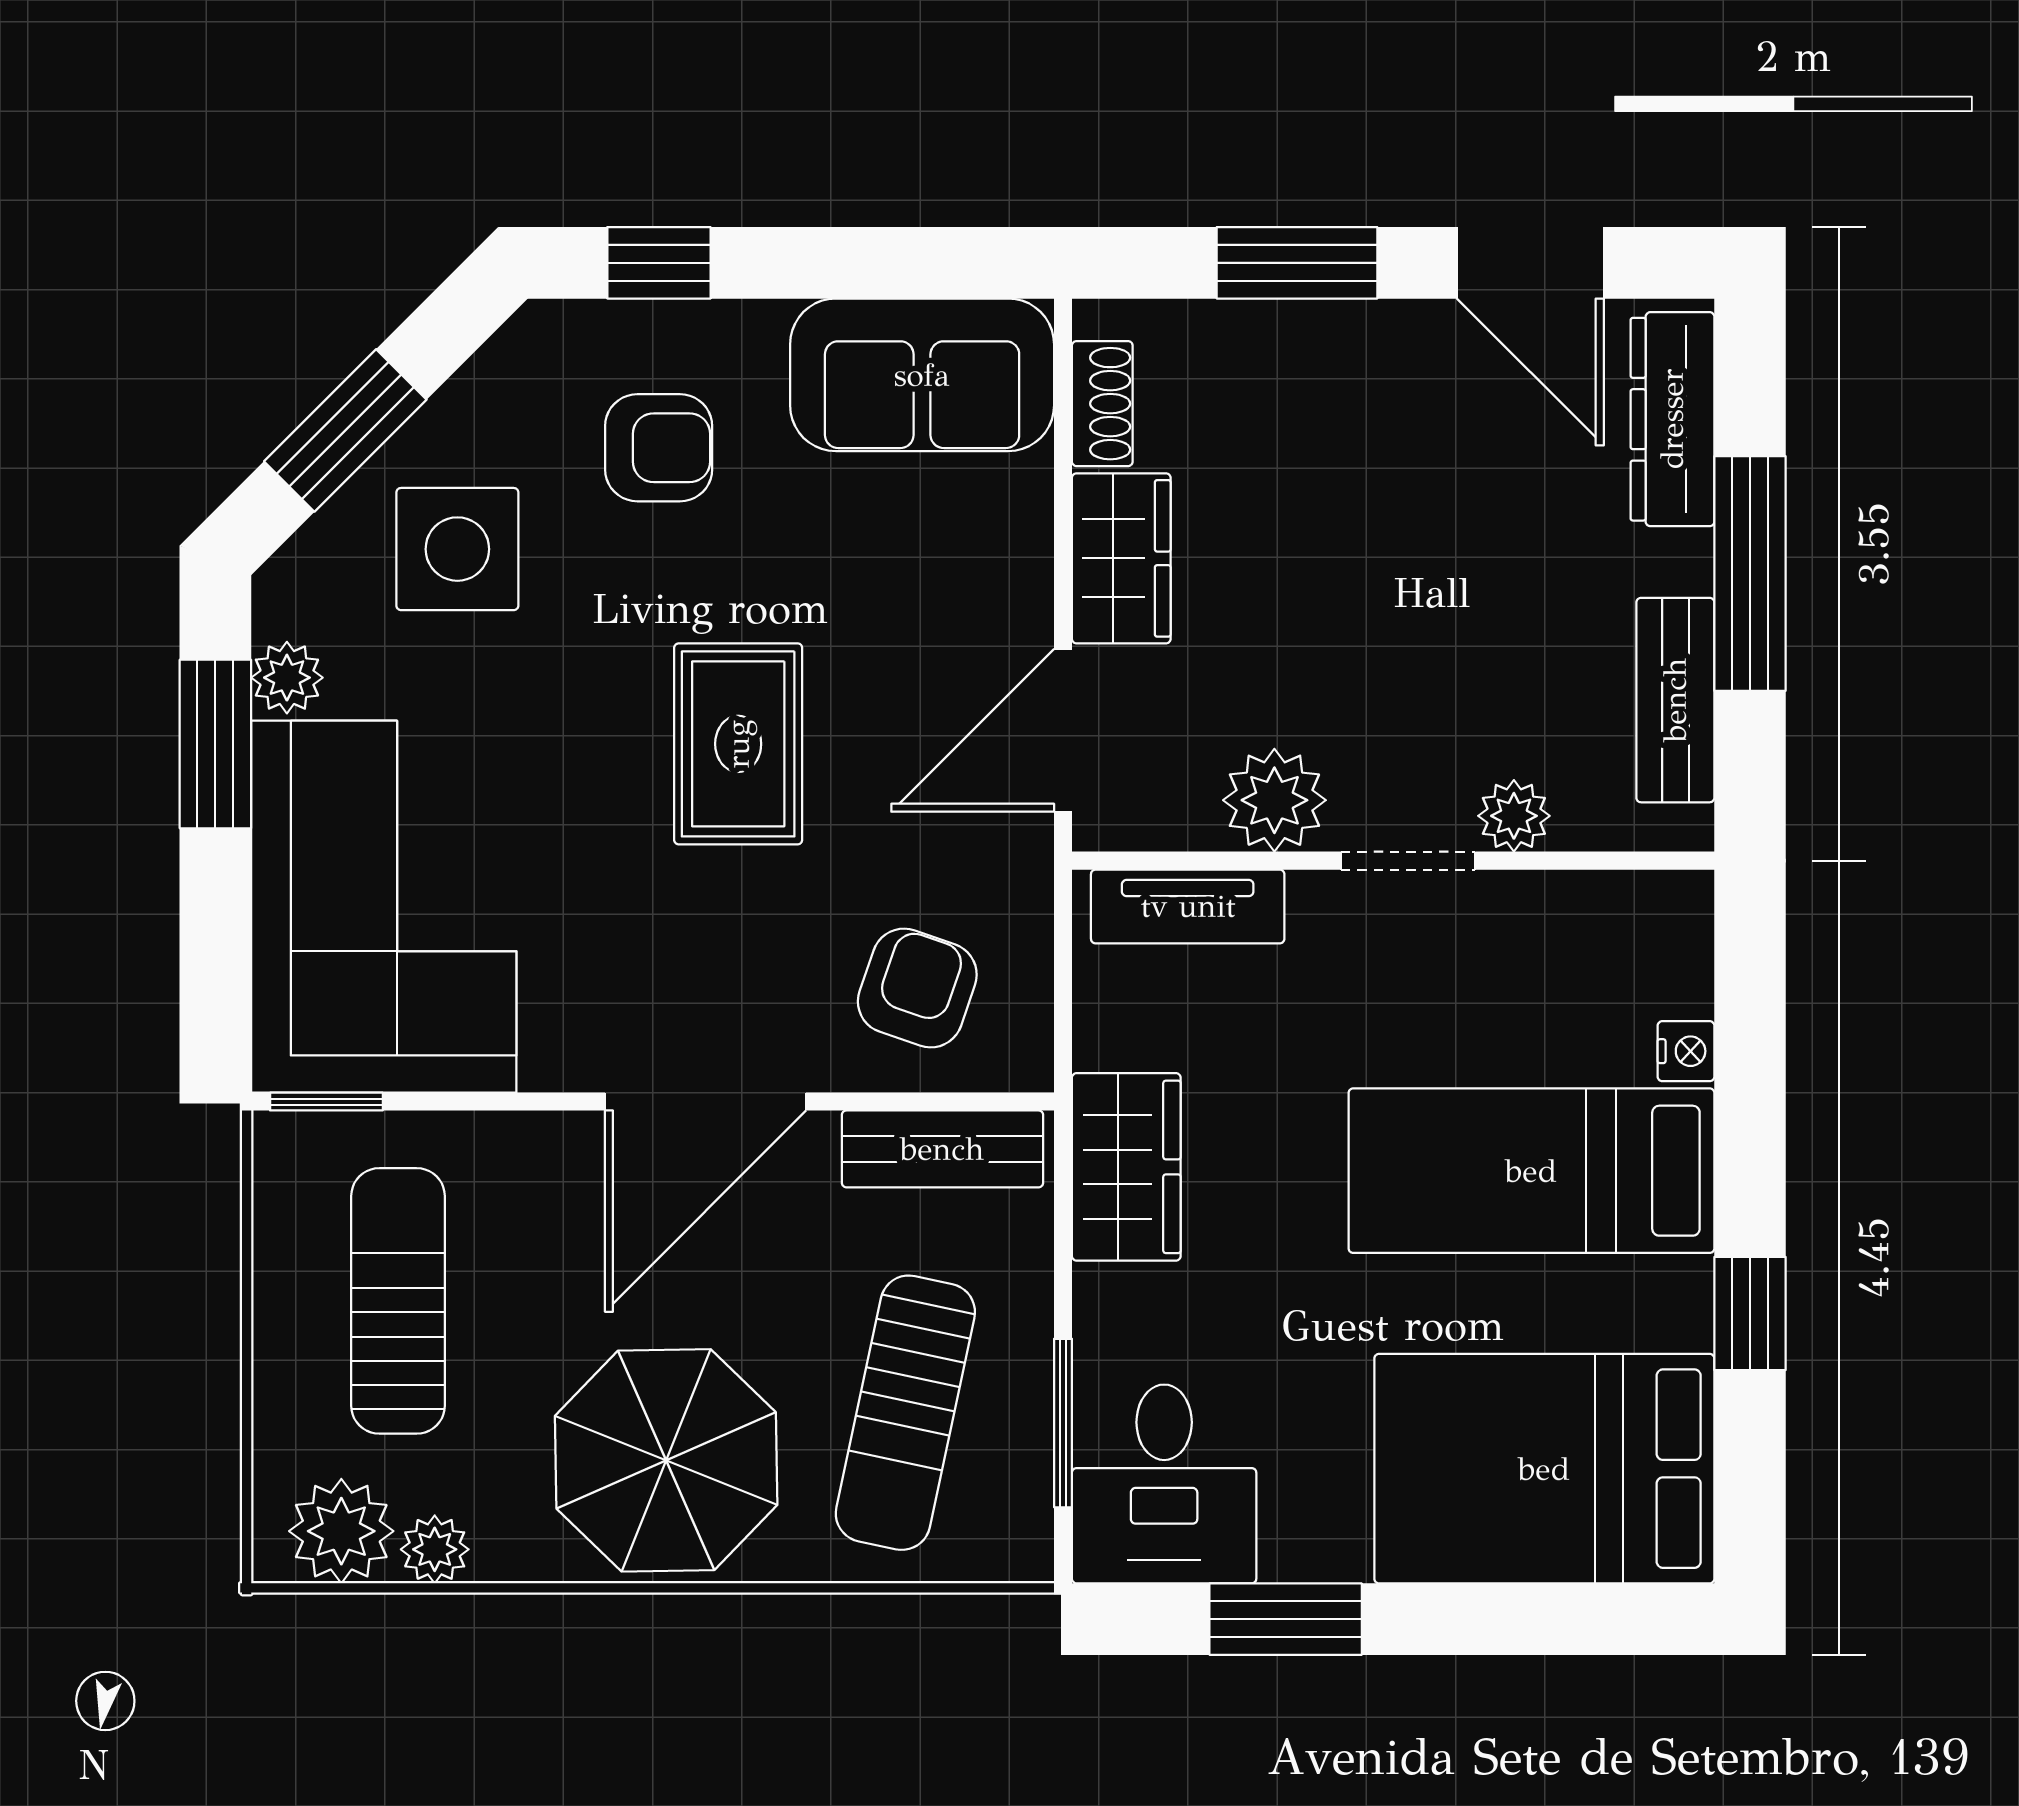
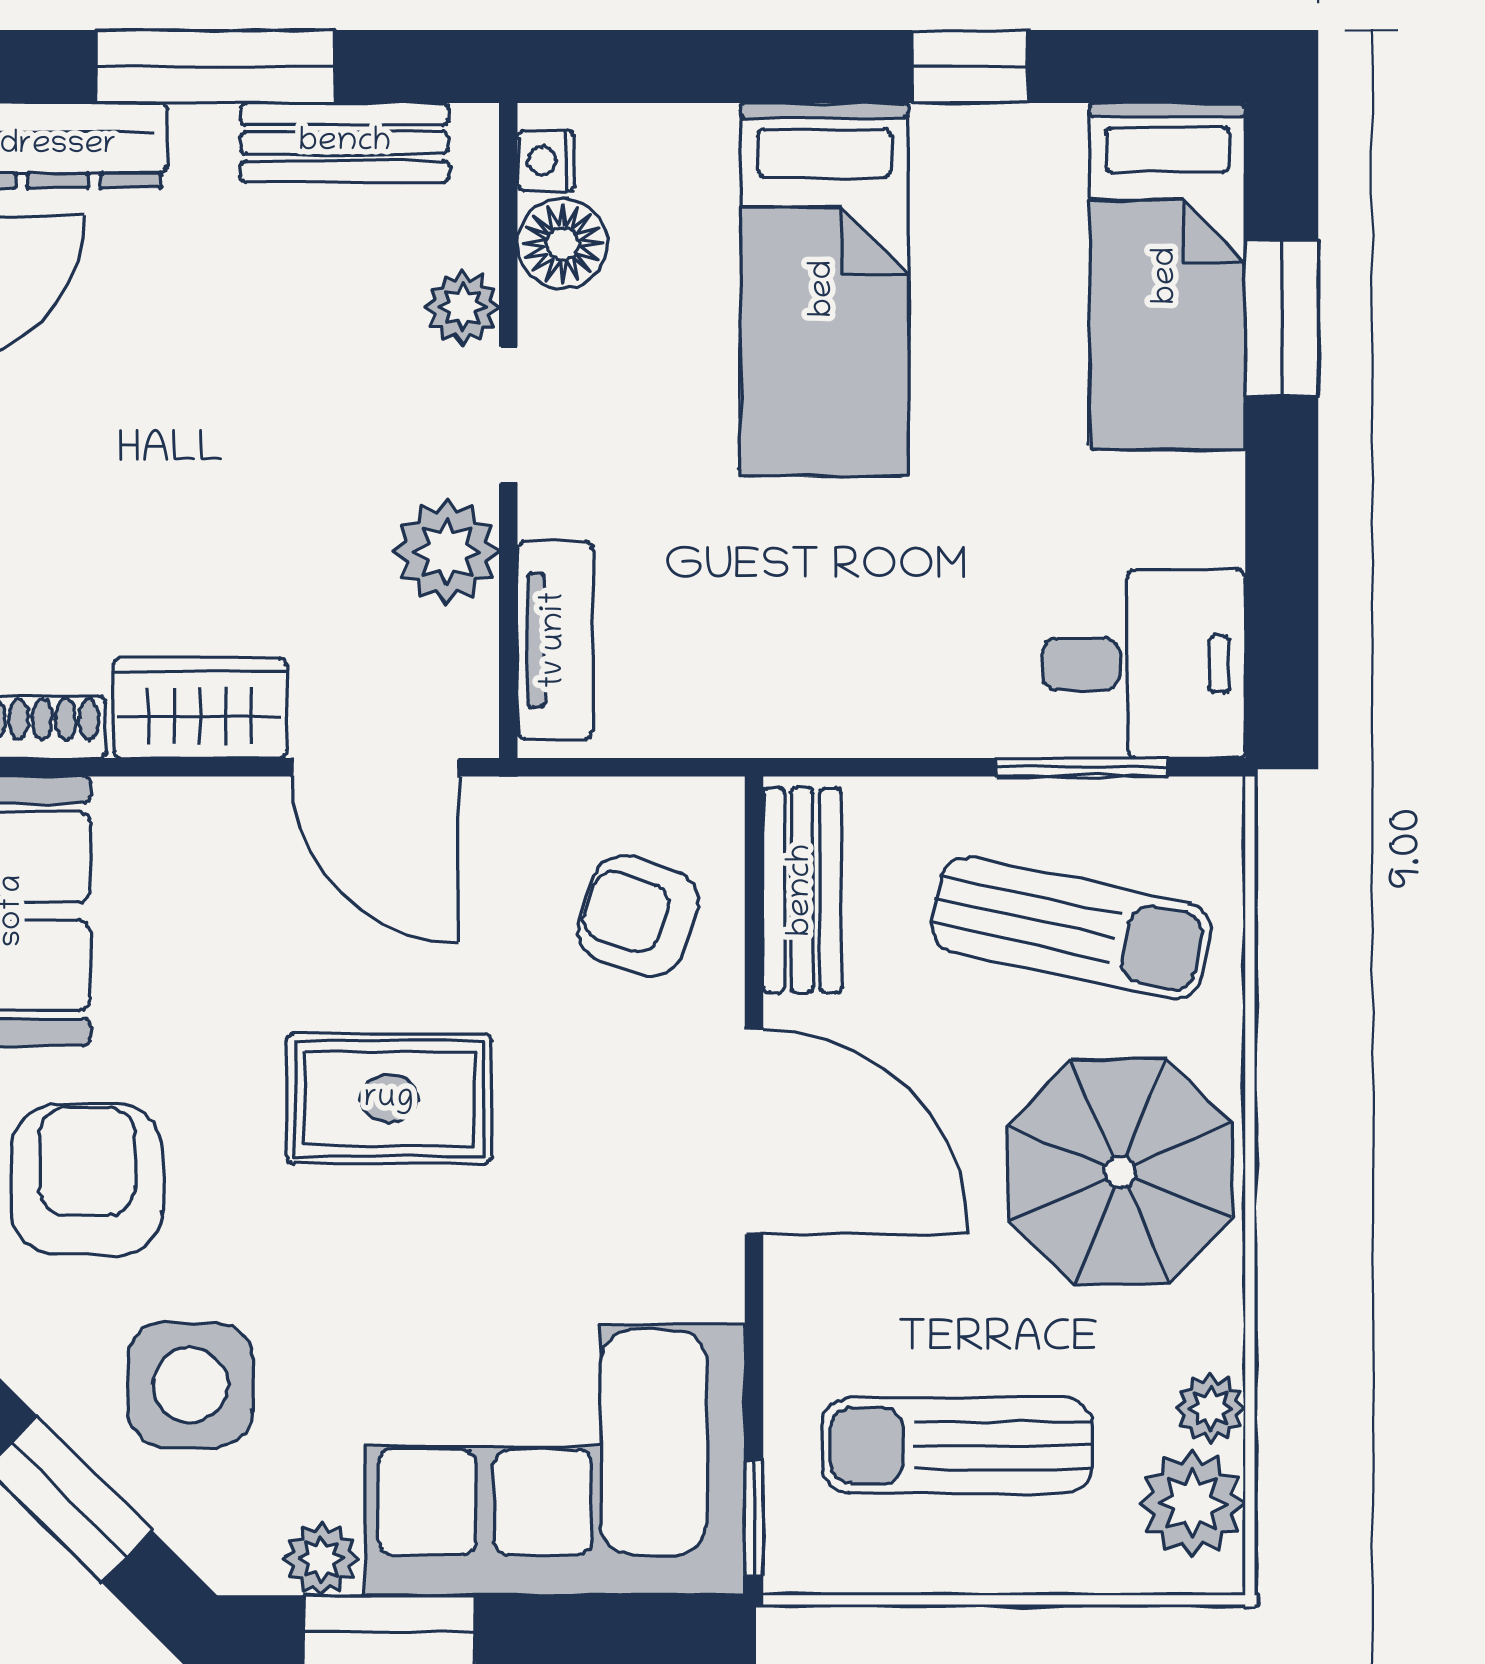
armchair: (659, 448) -> (87, 1180), width x1.38, depth x1.38
floor lamp: (1576, 914) -> (562, 244), added
nightstand: (1686, 1051) -> (546, 161), moved, turned -90
wardrobe: (1126, 1167) -> (821, 703), removed
bed: (1544, 1469) -> (1167, 276), width x0.67
window: (1286, 1619) -> (1282, 318), moved

